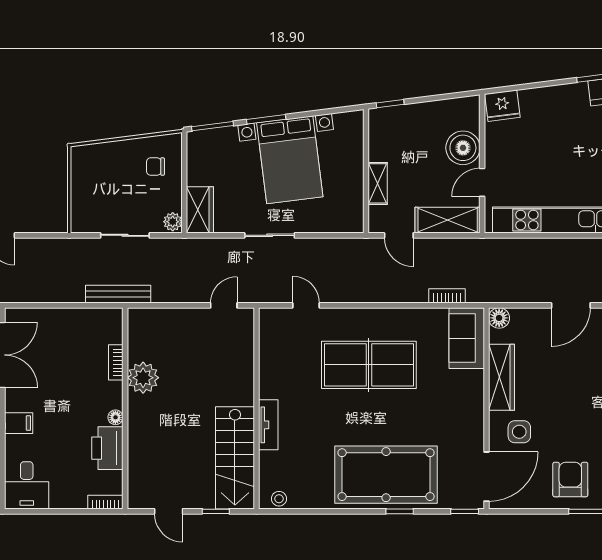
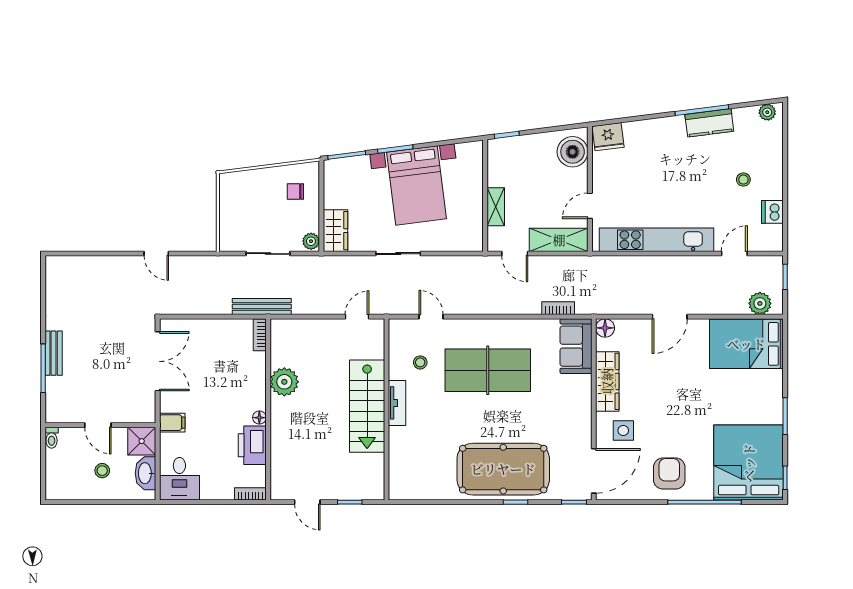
boiler: (463, 148) -> (573, 152), moved
bookcase: (116, 362) -> (260, 335), moved
tv unit: (268, 425) -> (397, 403), moved
stairs: (235, 458) -> (367, 406), moved
stool: (279, 499) -> (420, 362), moved

